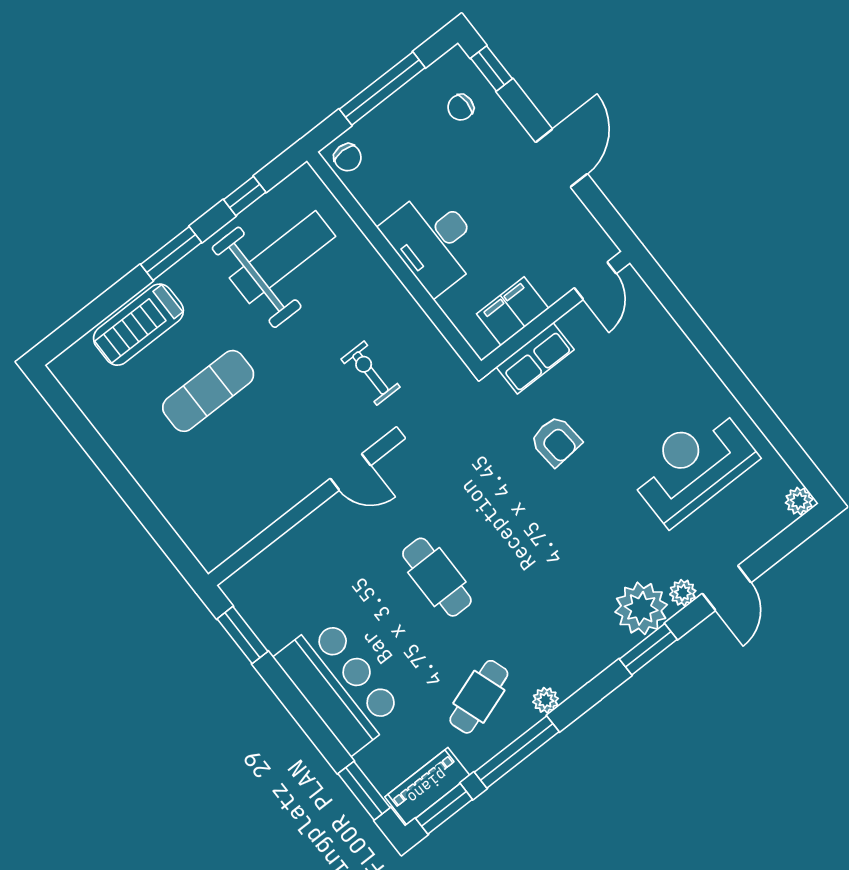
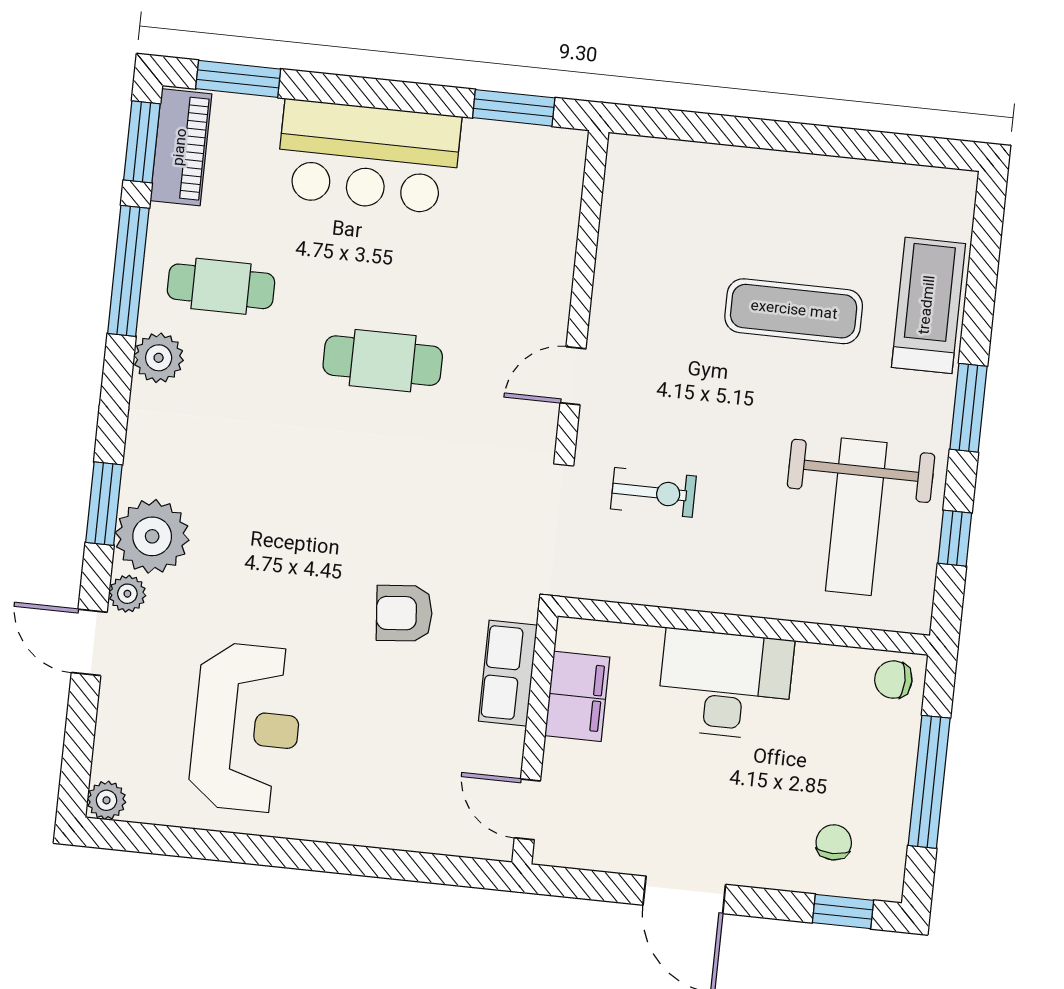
exercise mat: (208, 391) -> (794, 311), turned 90
cafe table: (479, 697) -> (221, 286), turned -71
plant: (546, 700) -> (159, 358), width x1.38, depth x1.38

